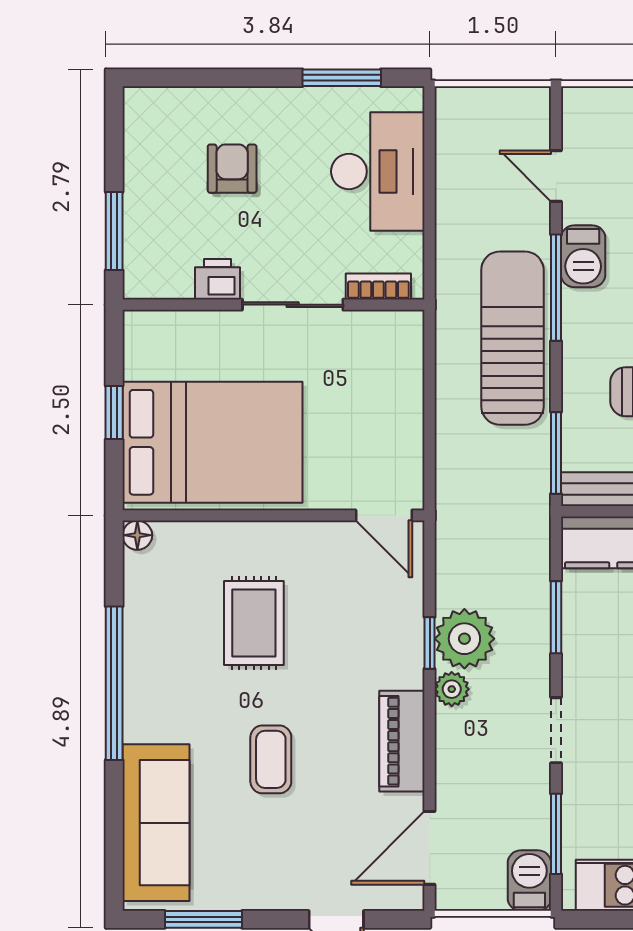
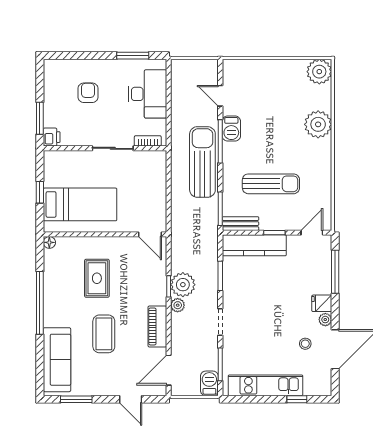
printer: (217, 279) -> (52, 137), moved, turned 90
bed: (212, 442) -> (80, 204), width x0.67
coffee table: (271, 759) -> (104, 334), width x1.36, depth x1.30

